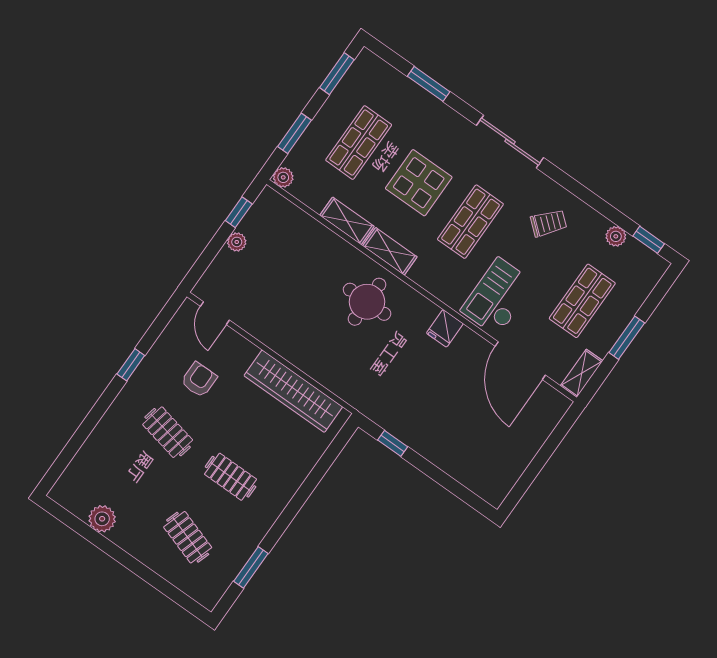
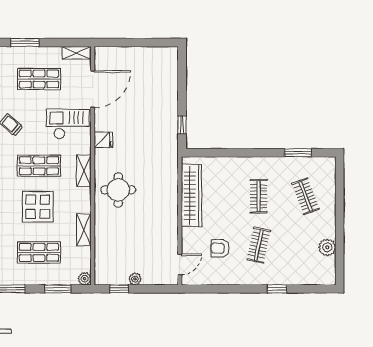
shelving: (390, 251) -> (84, 171), moved
checkout: (498, 297) -> (68, 124), turned 180
window: (627, 338) -> (25, 43), moved
window: (131, 365) -> (277, 289), moved
clothes rail: (188, 537) -> (306, 196), turned -39

